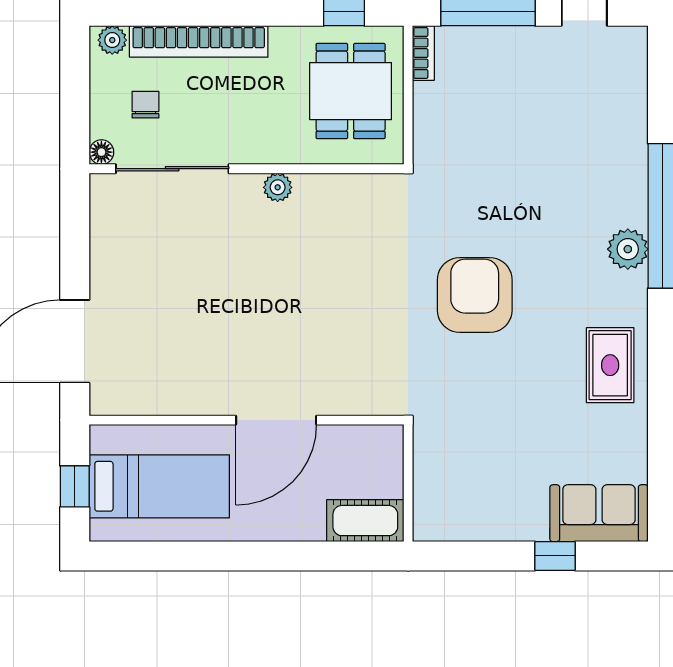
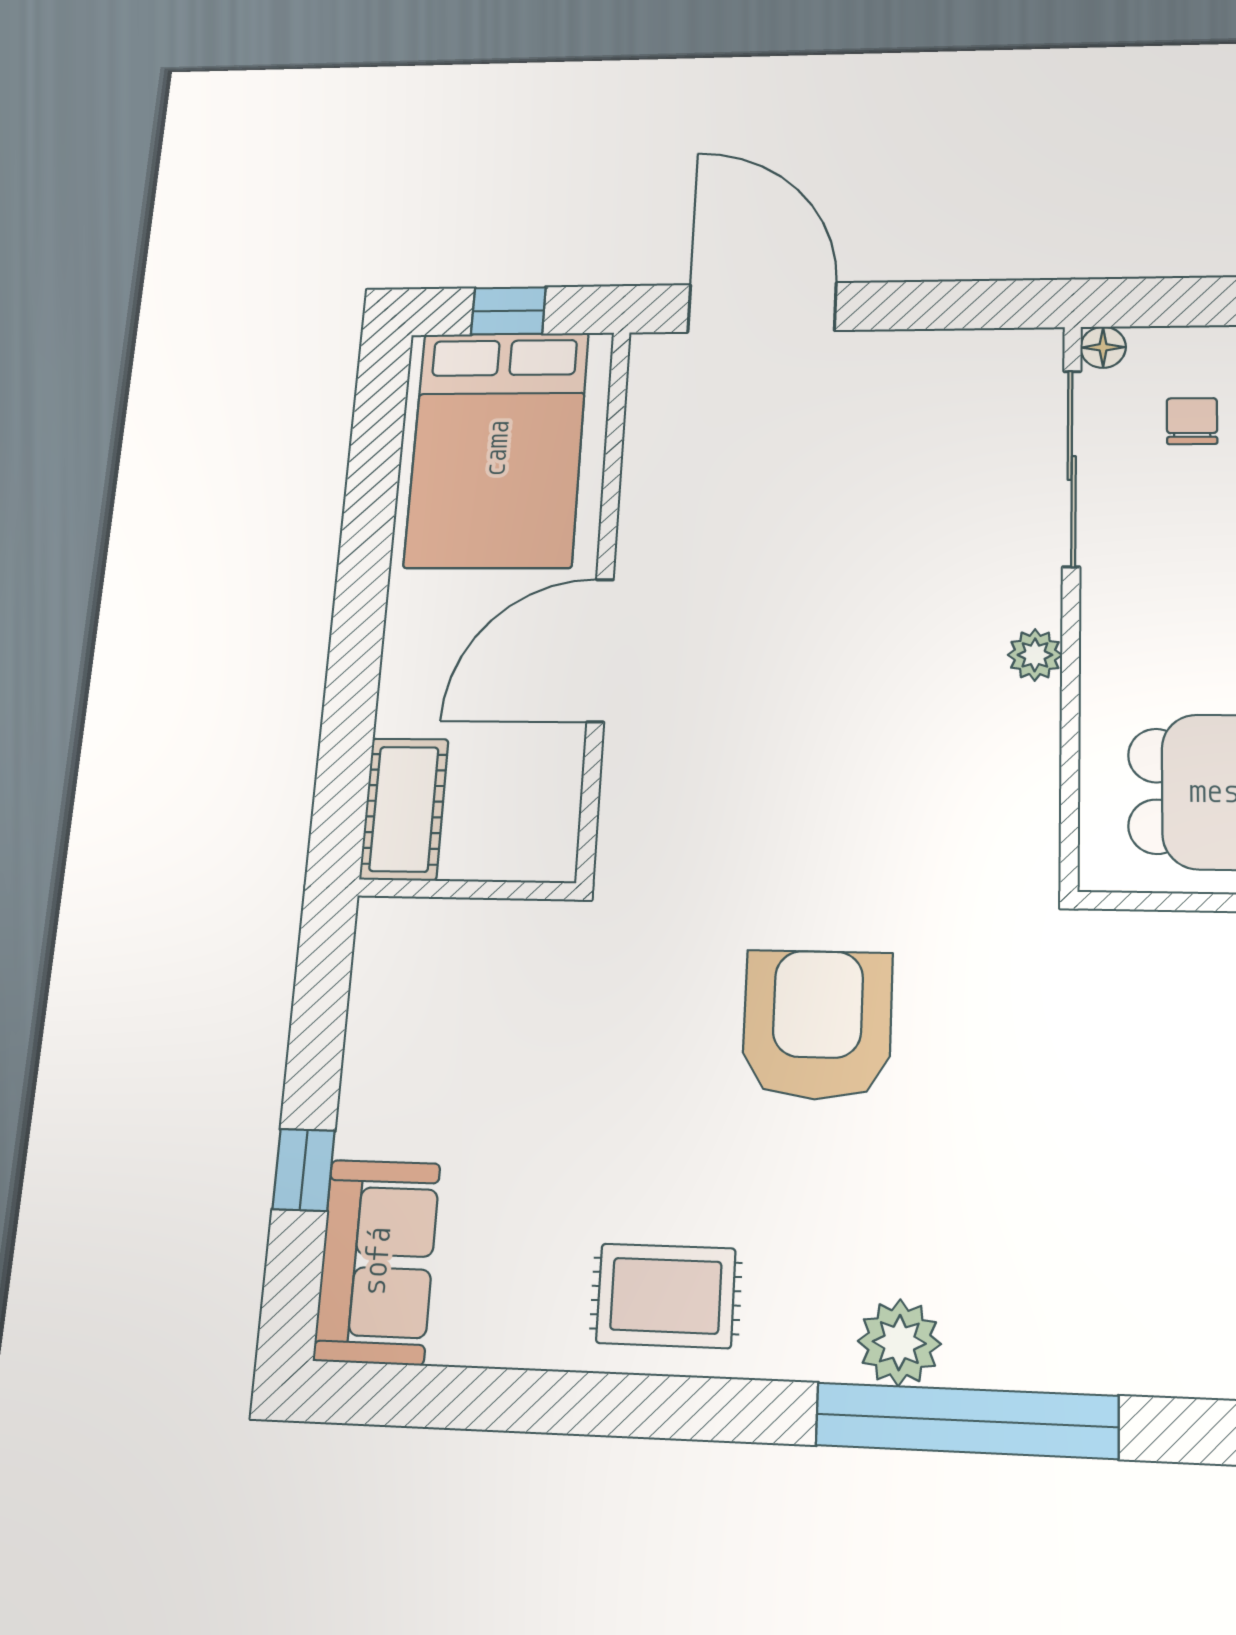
chair: (145, 105) -> (1192, 421), turned -90
armchair: (475, 295) -> (817, 1025), turned -90
door: (276, 420) -> (600, 650), hinge flipped
bed: (159, 486) -> (497, 449), width x1.50

